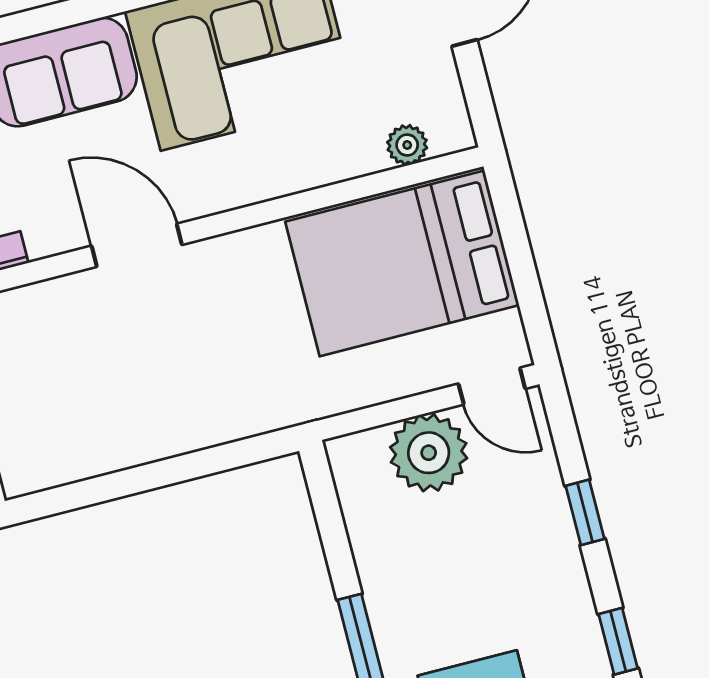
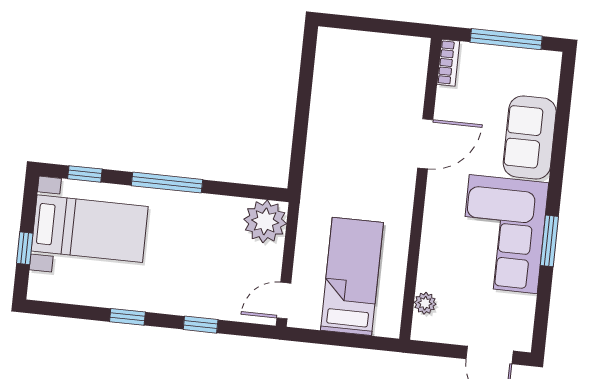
bed: (402, 263) -> (352, 276), width x0.67
plant: (429, 453) -> (265, 221), moved

